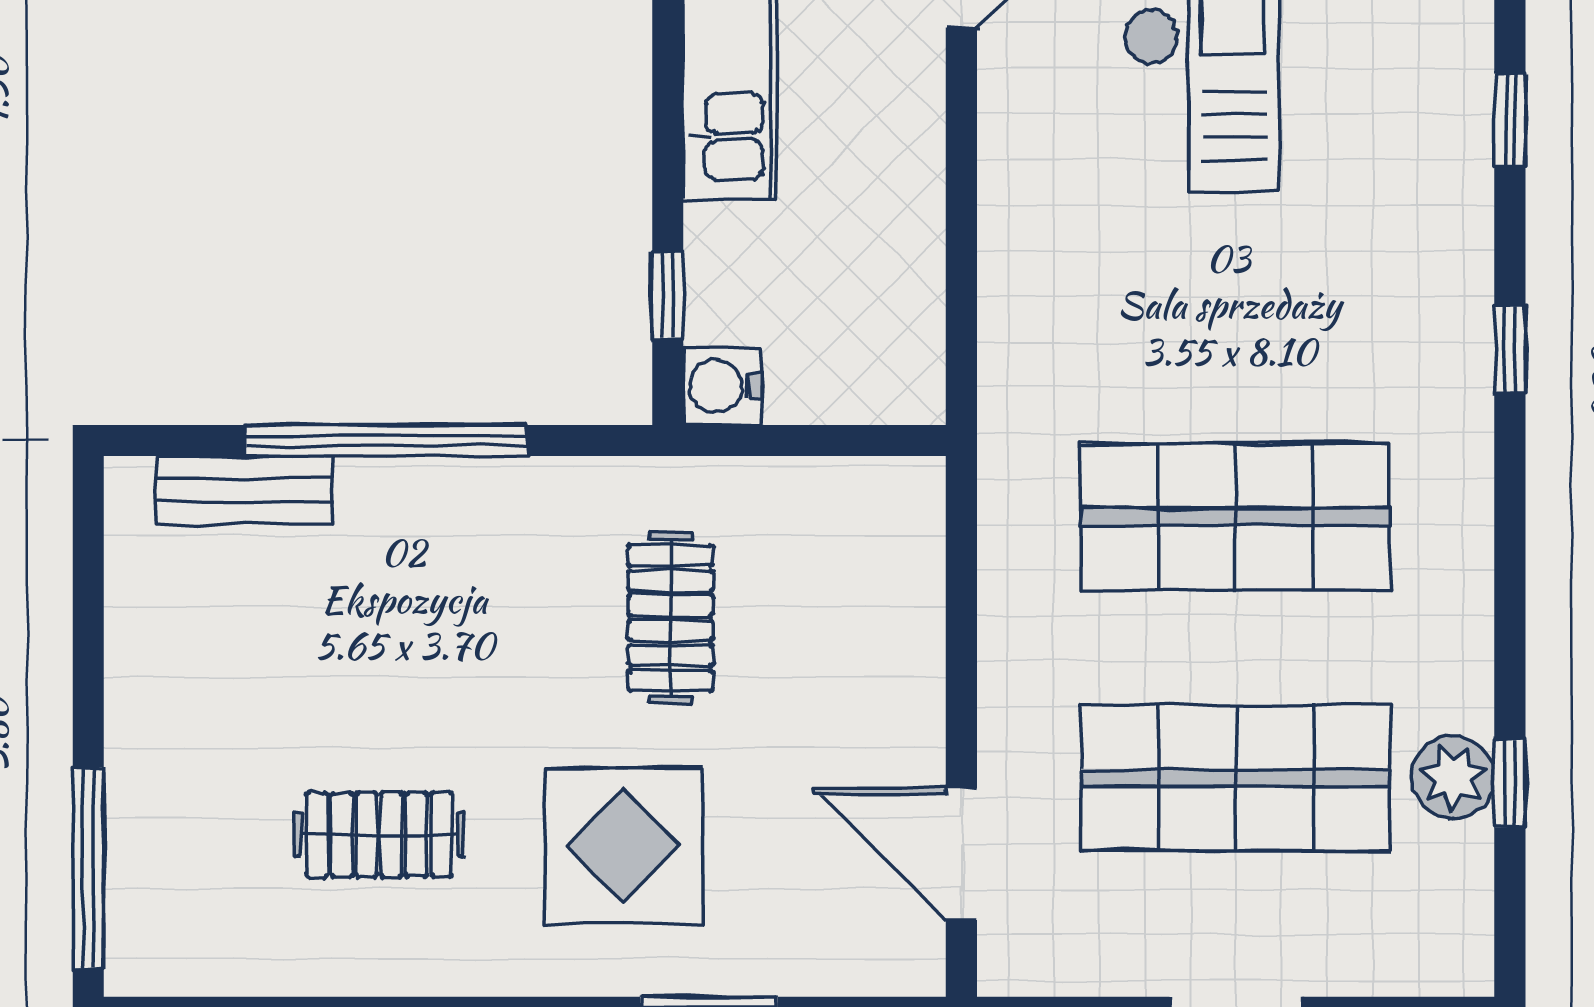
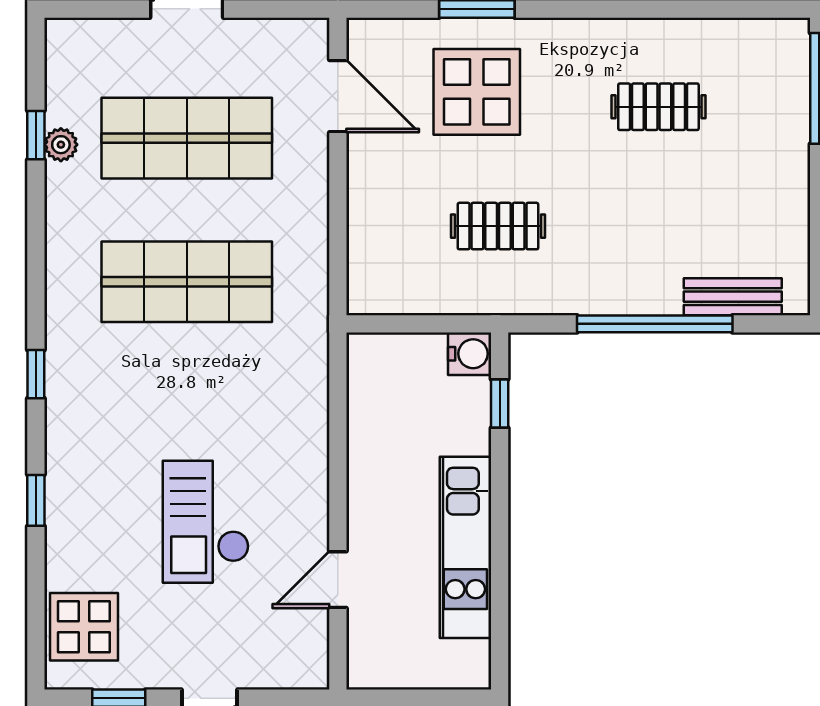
clothes rail: (671, 618) -> (498, 226), turned 90
plant: (1453, 777) -> (61, 145), width x0.73, depth x0.73
display table: (623, 846) -> (477, 92), moved

